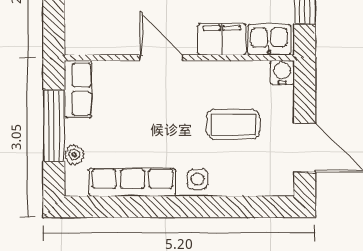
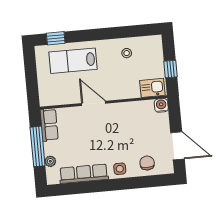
filing cabinet: (222, 39) -> (126, 90), removed
coffee table: (233, 124) -> (137, 137), removed
chair: (247, 173) -> (147, 163), added

